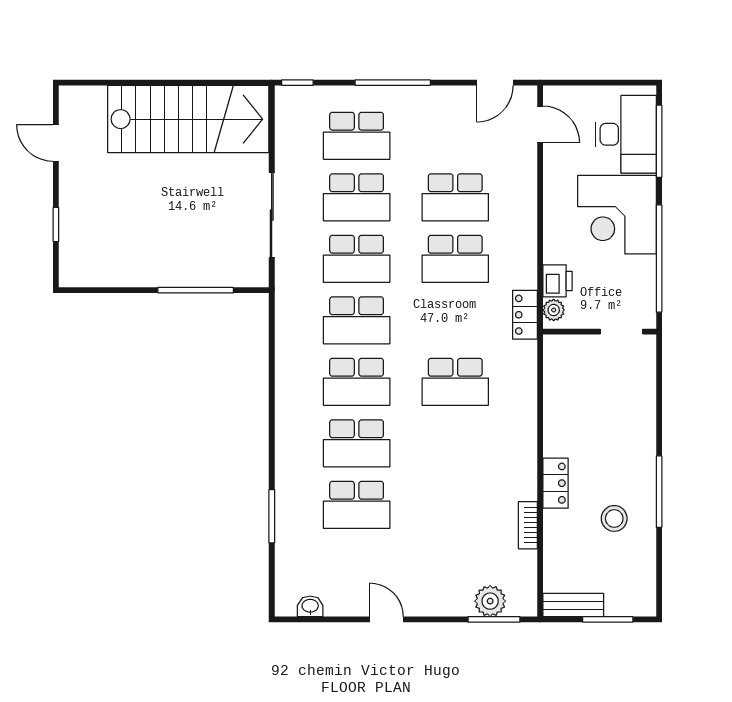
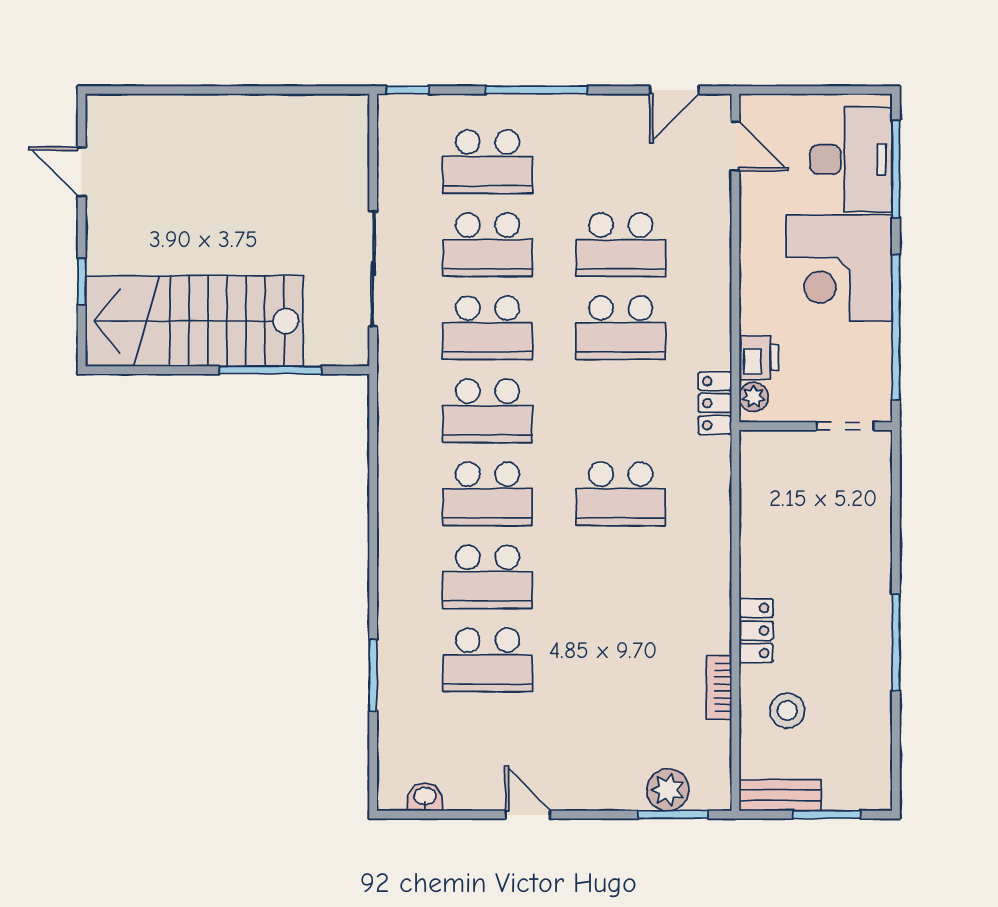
stairs: (188, 119) -> (194, 321), moved, turned 180
stool: (614, 518) -> (787, 711), moved

